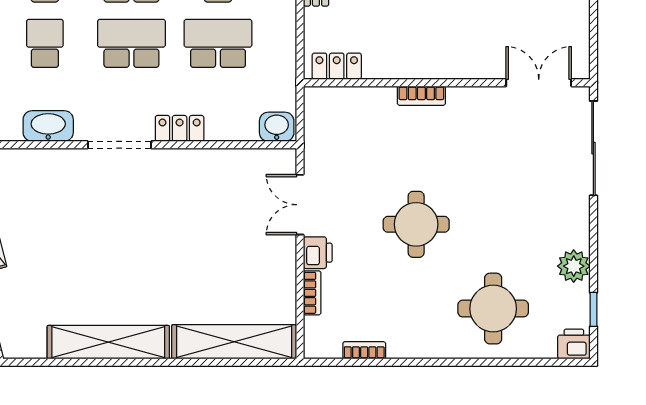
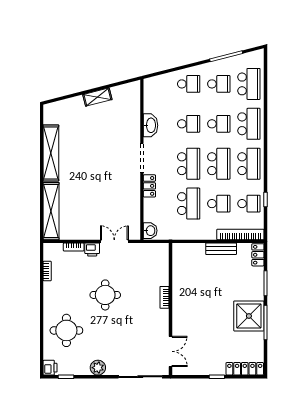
locker: (337, 66) -> (178, 258), removed
plant: (574, 266) -> (98, 368), moved

